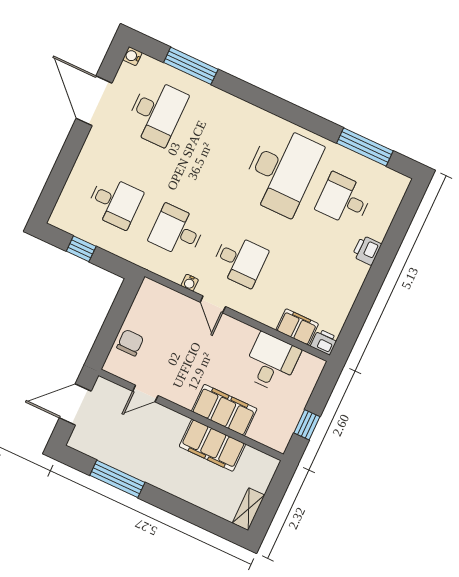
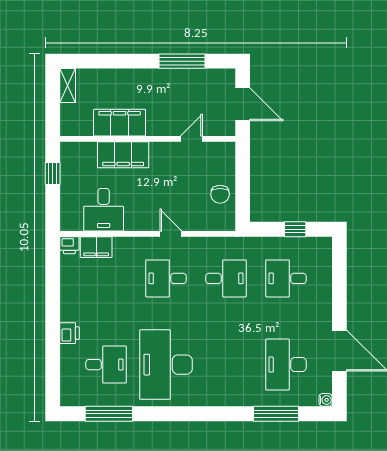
water cooler: (190, 283) -> (197, 242), removed
chair: (130, 343) -> (220, 194), moved
door: (75, 404) -> (243, 104), hinge flipped

